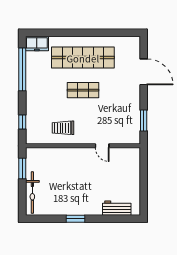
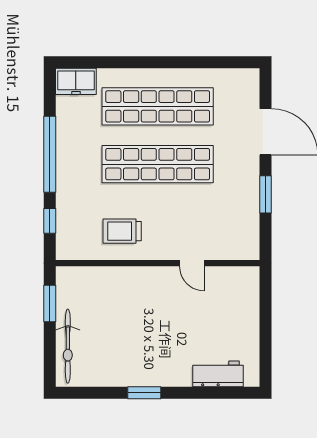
window: (22, 69) -> (50, 154), moved
shop shelf: (83, 90) -> (158, 164), width x2.00, depth x1.36
window: (144, 120) -> (266, 194), moved

